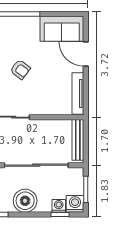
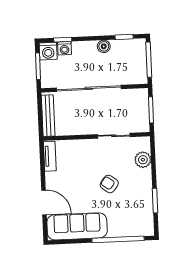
sofa: (62, 29) -> (77, 226), width x1.36
tv unit: (78, 94) -> (50, 156), width x0.71
boiler: (25, 201) -> (104, 46), width x0.54, depth x0.54

